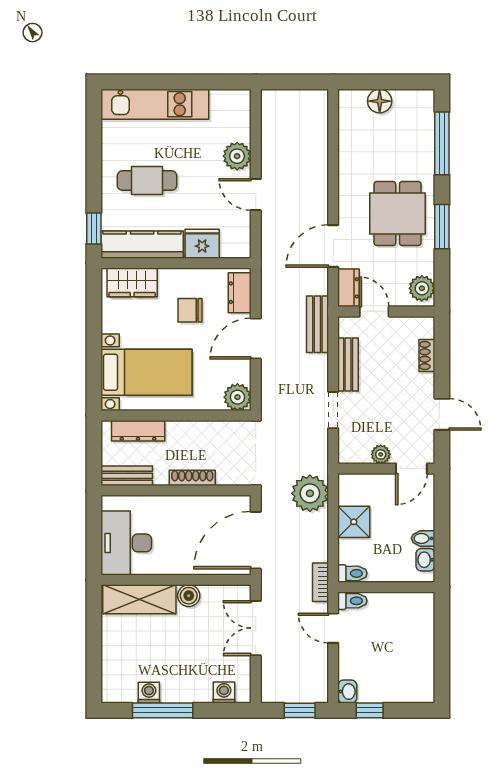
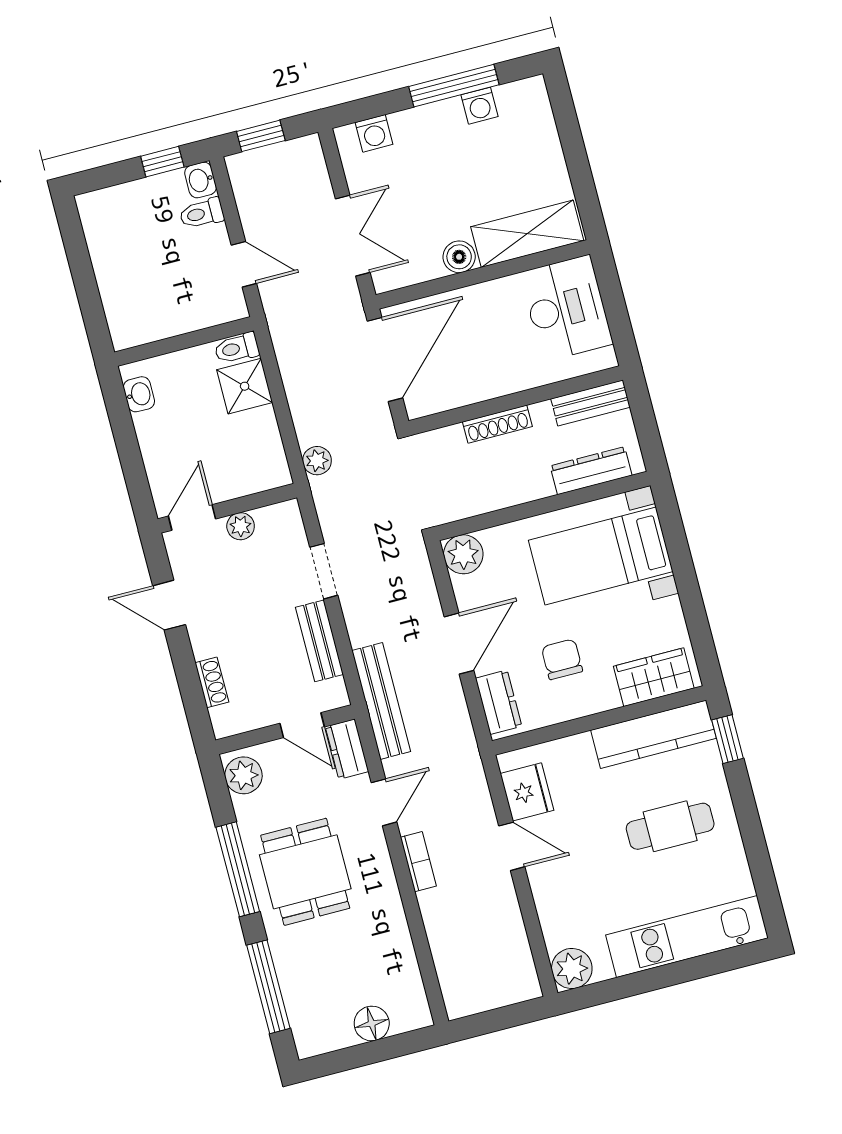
plant: (237, 156) -> (572, 969), moved
window: (442, 227) -> (238, 869), width x1.44
fridge: (202, 244) -> (527, 792), moved, turned -90
door: (333, 246) -> (384, 802), width x0.73
chair: (190, 310) -> (562, 659), turned -90
bench: (317, 324) -> (381, 701), width x1.36
plant: (310, 493) -> (317, 461), width x0.53, depth x0.53
shower: (354, 522) -> (245, 386), moved
bidet: (423, 538) -> (150, 423), removed
bookcase: (321, 582) -> (418, 862), moved
toilet: (352, 601) -> (202, 213), moved

